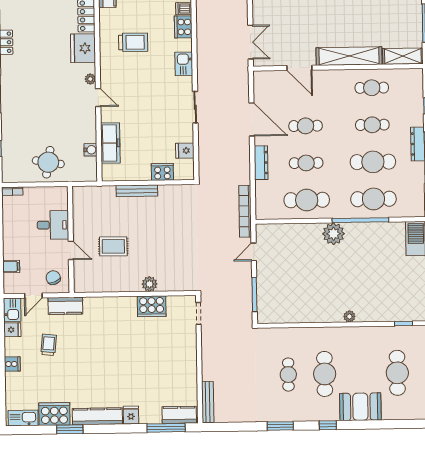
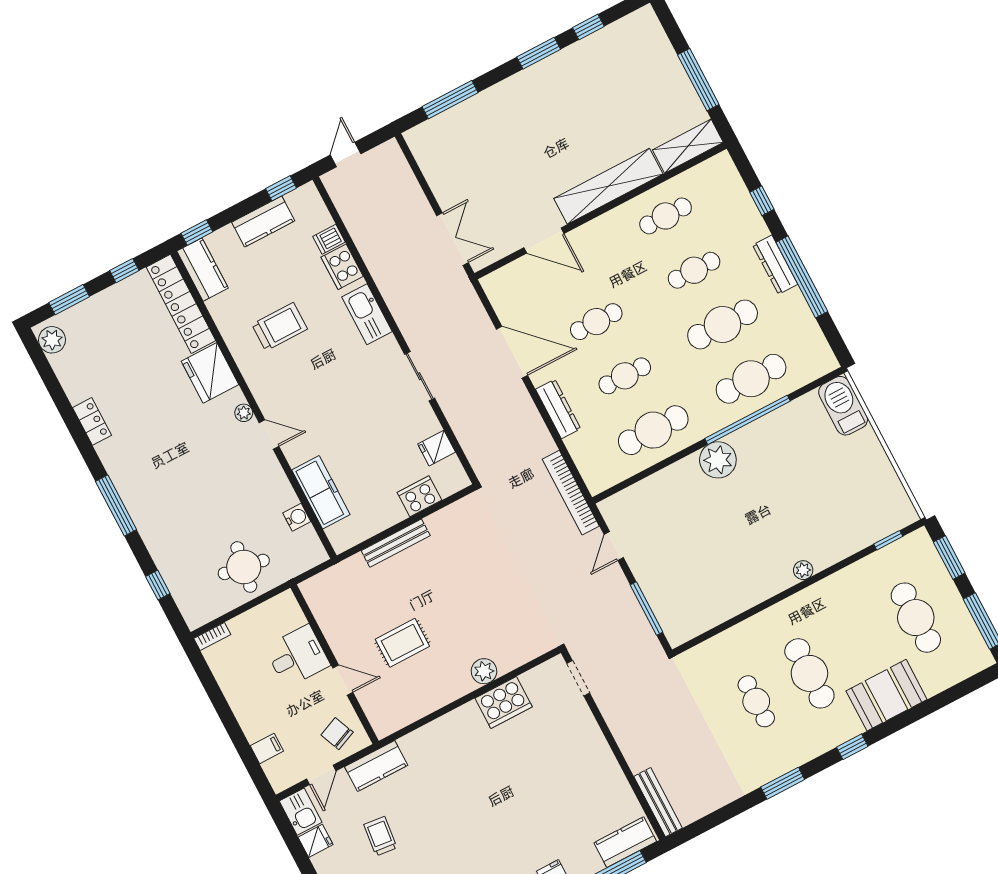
kitchen sink: (184, 64) -> (367, 314), width x1.38

